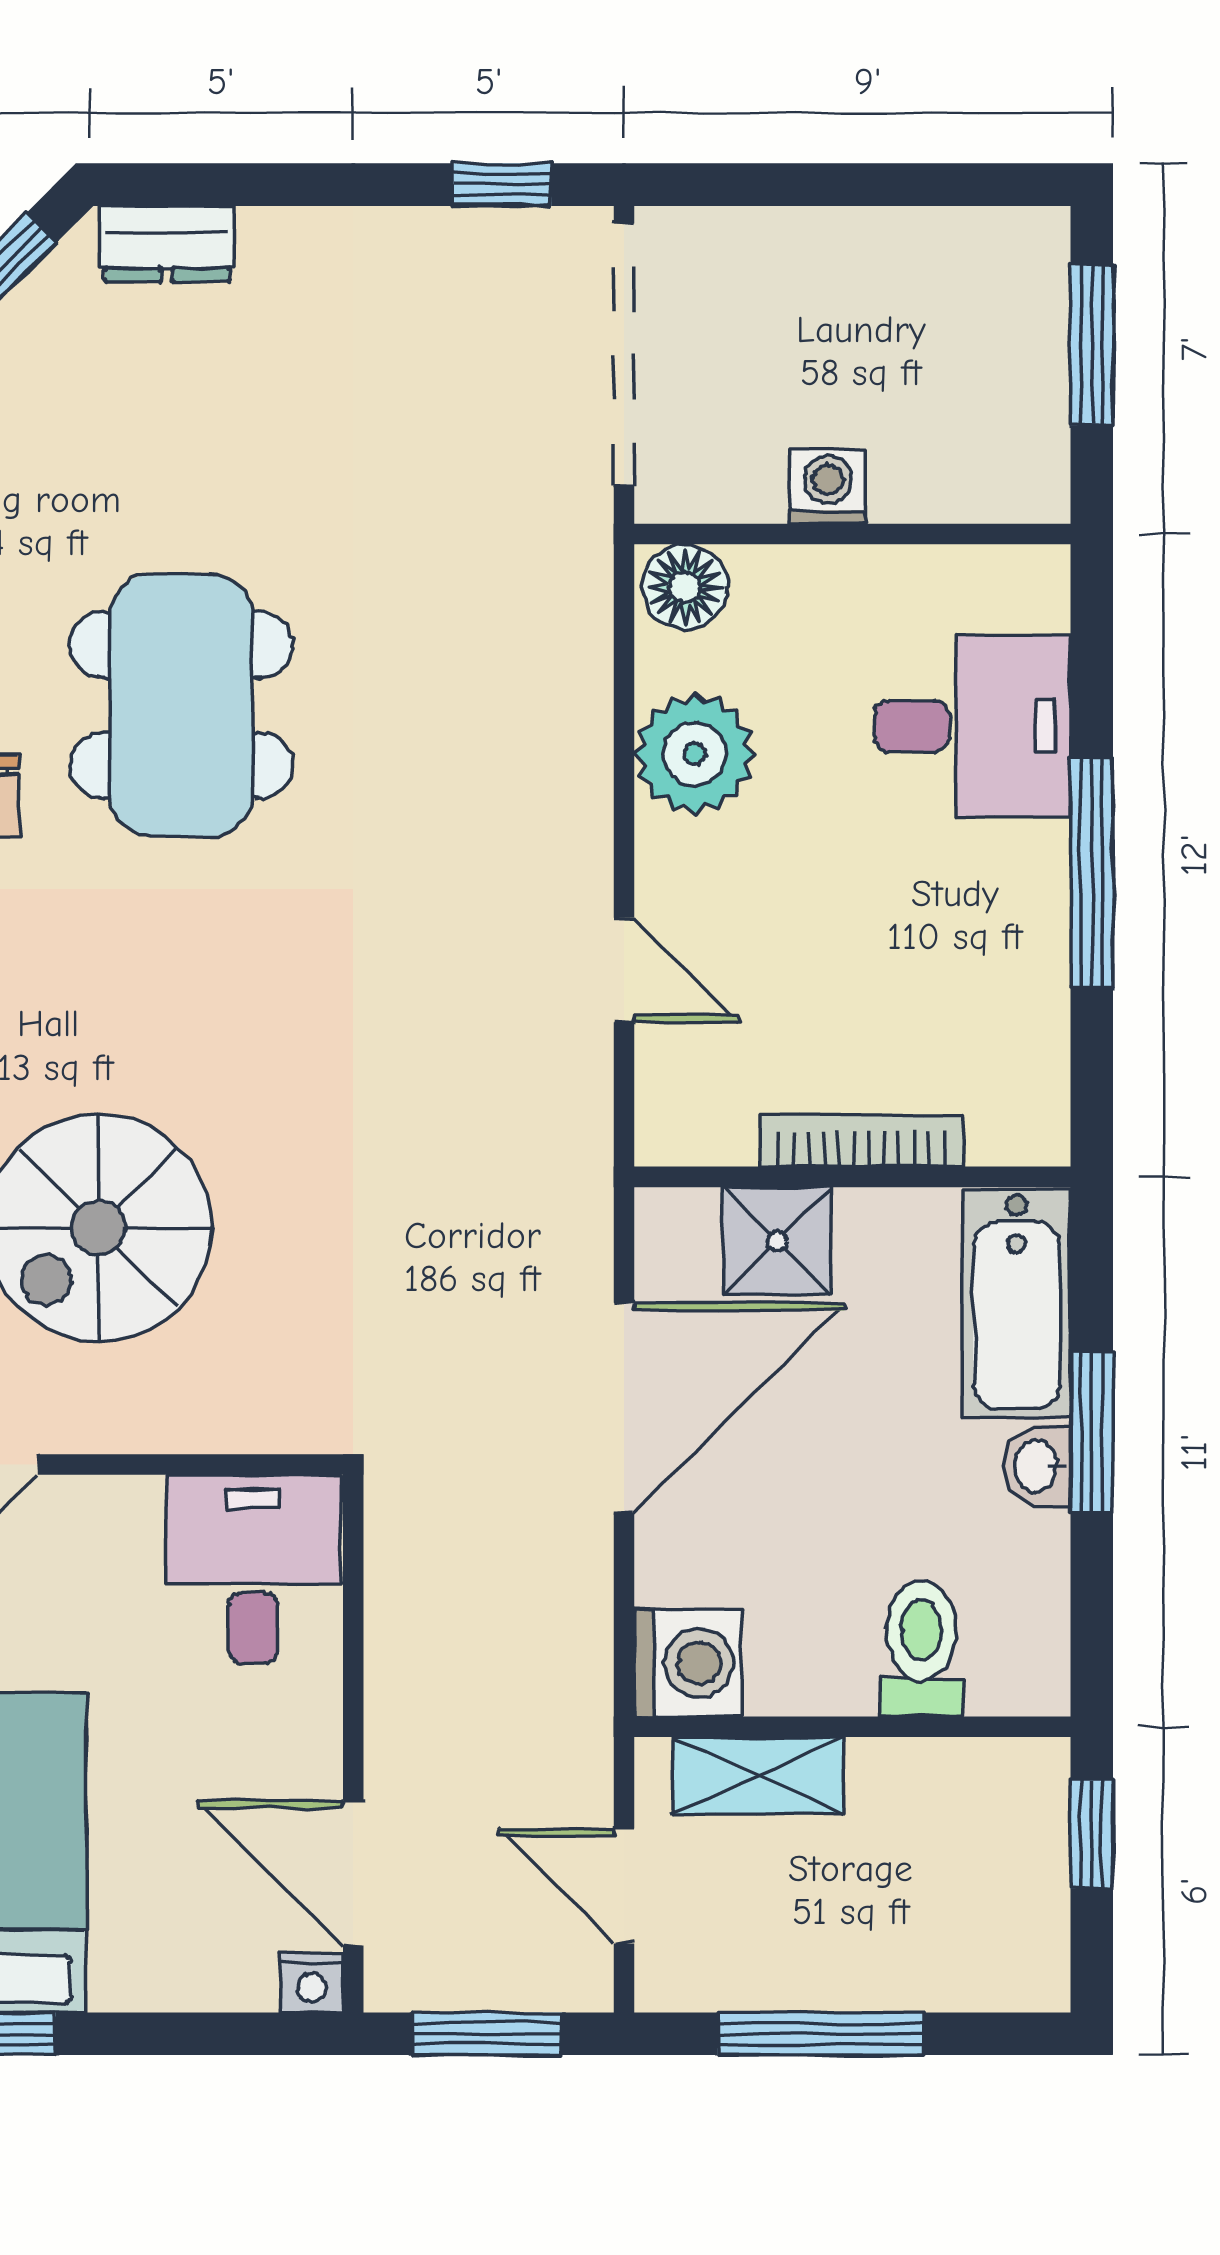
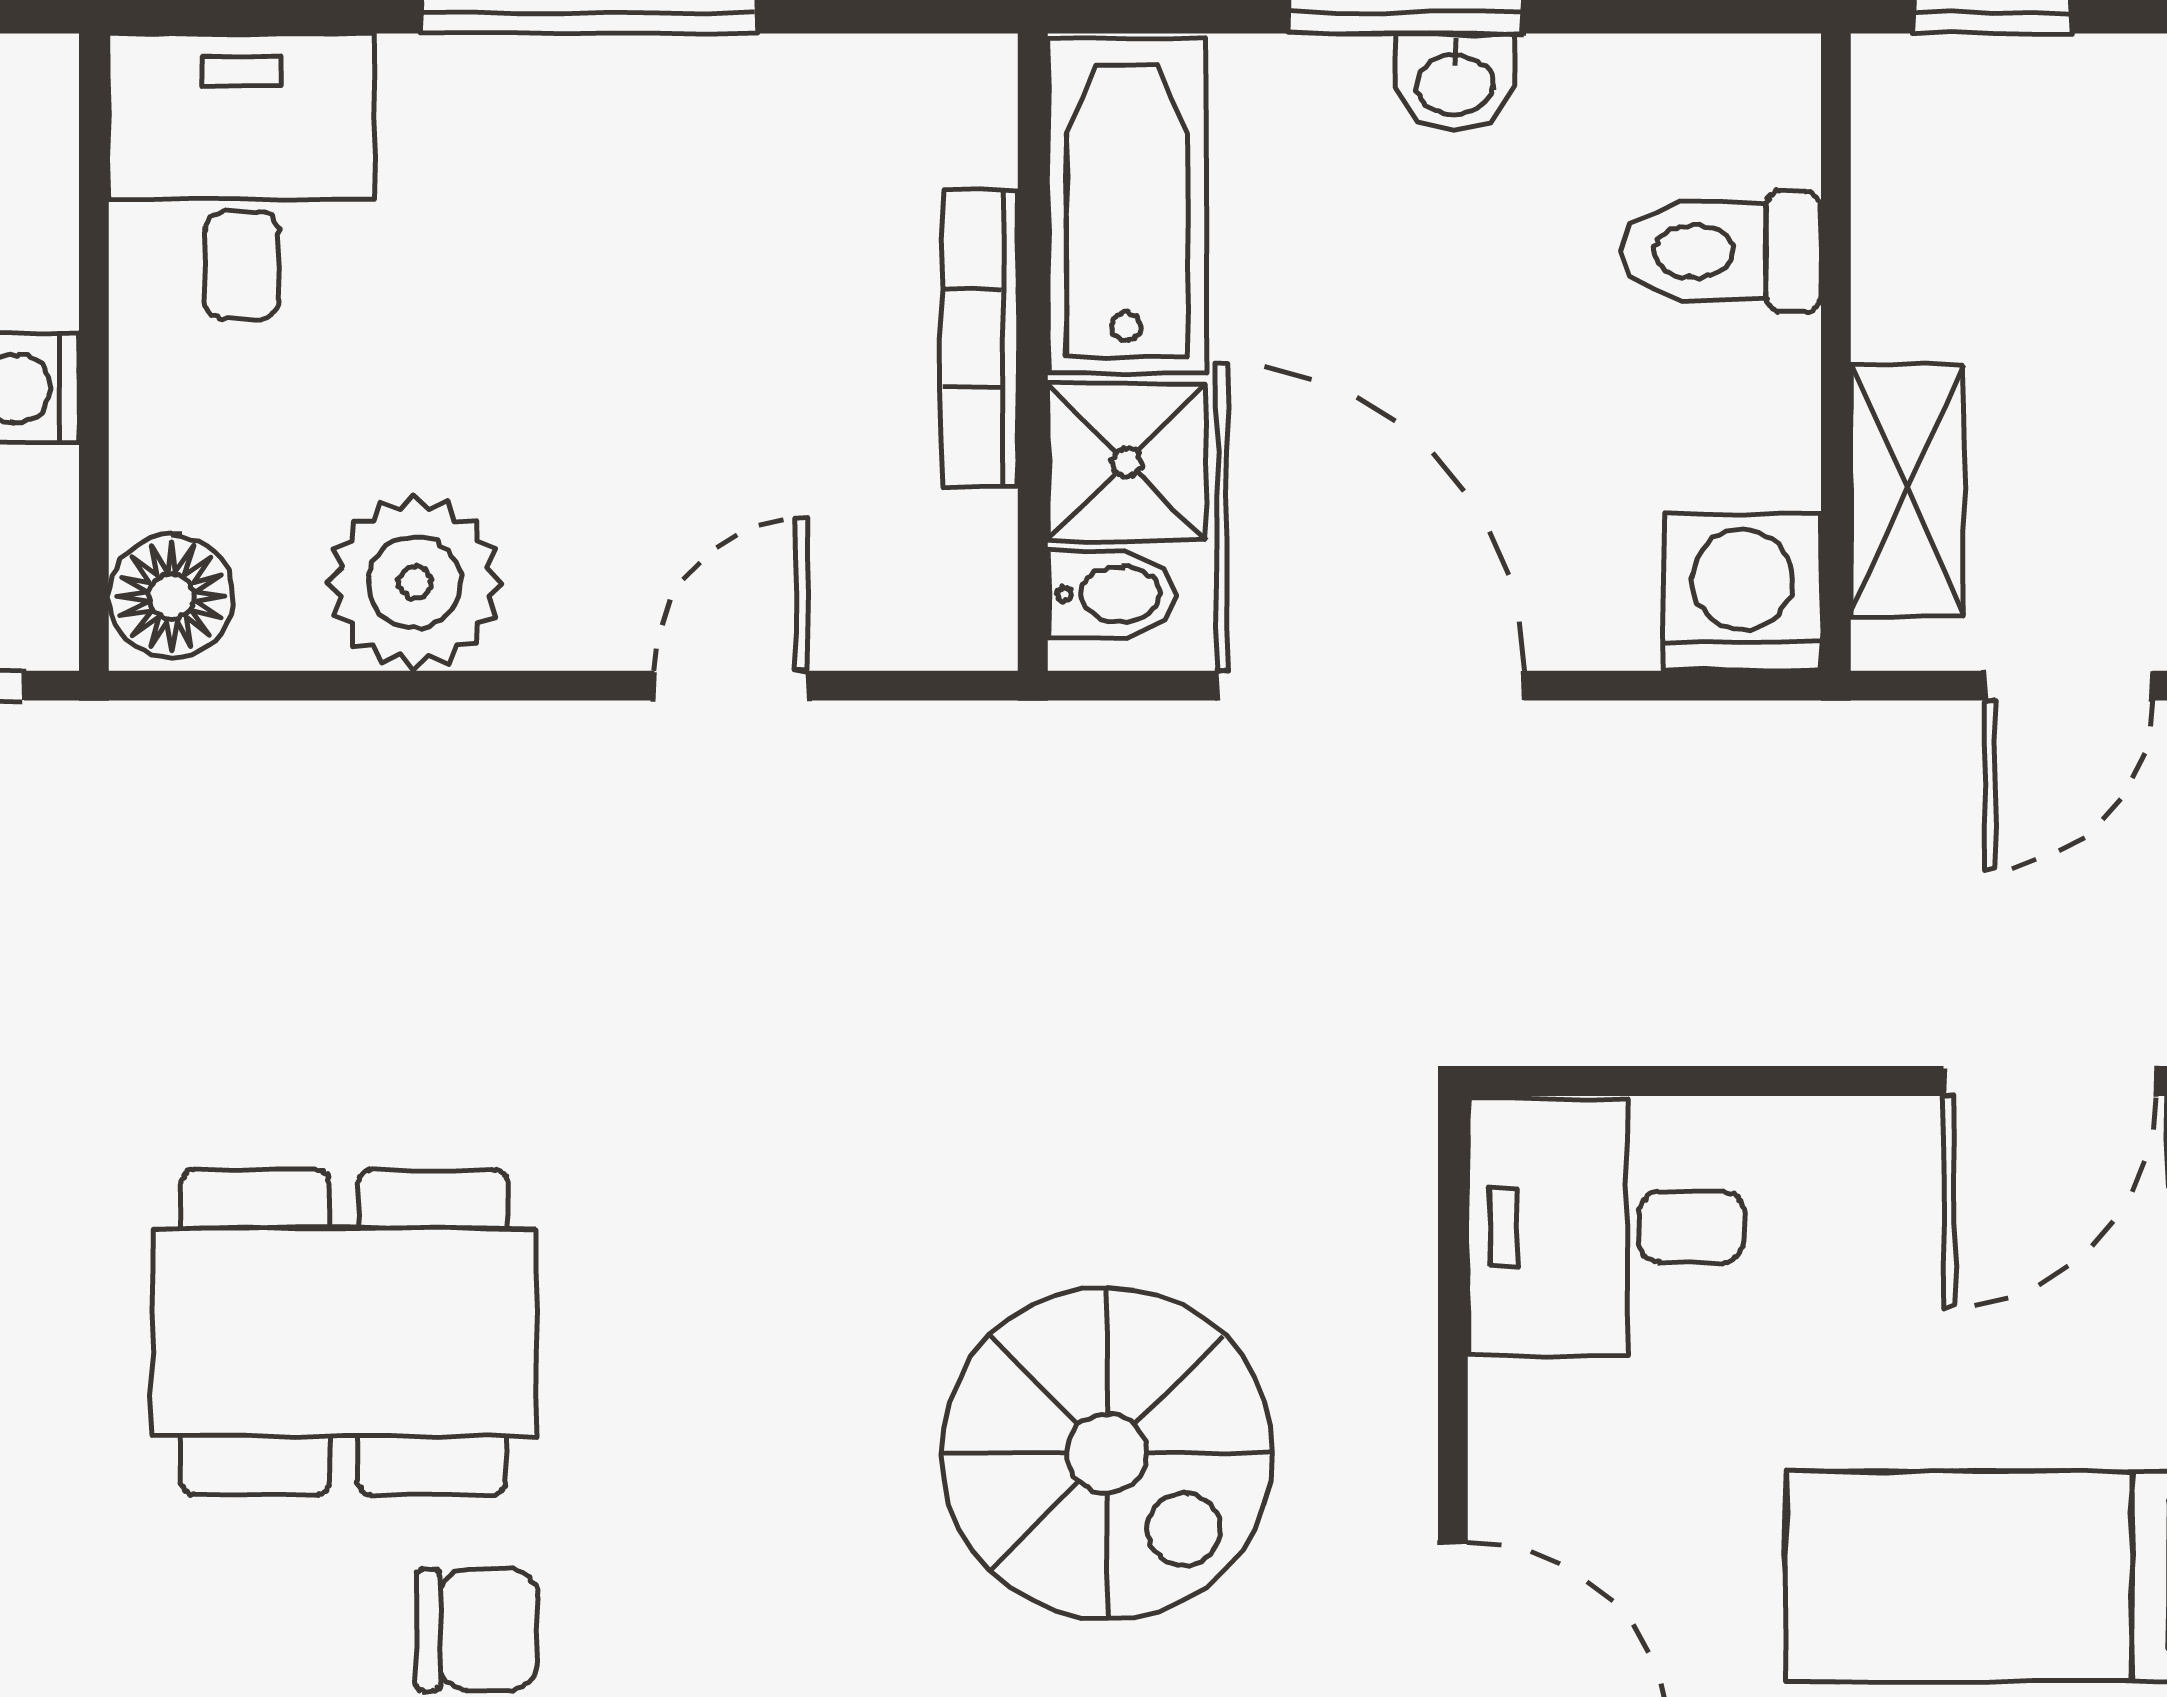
desk: (972, 726) -> (242, 177), moved
bidet: (686, 1231) -> (1111, 594), added
bathtub: (1017, 1304) -> (1127, 206), moved, turned -90

